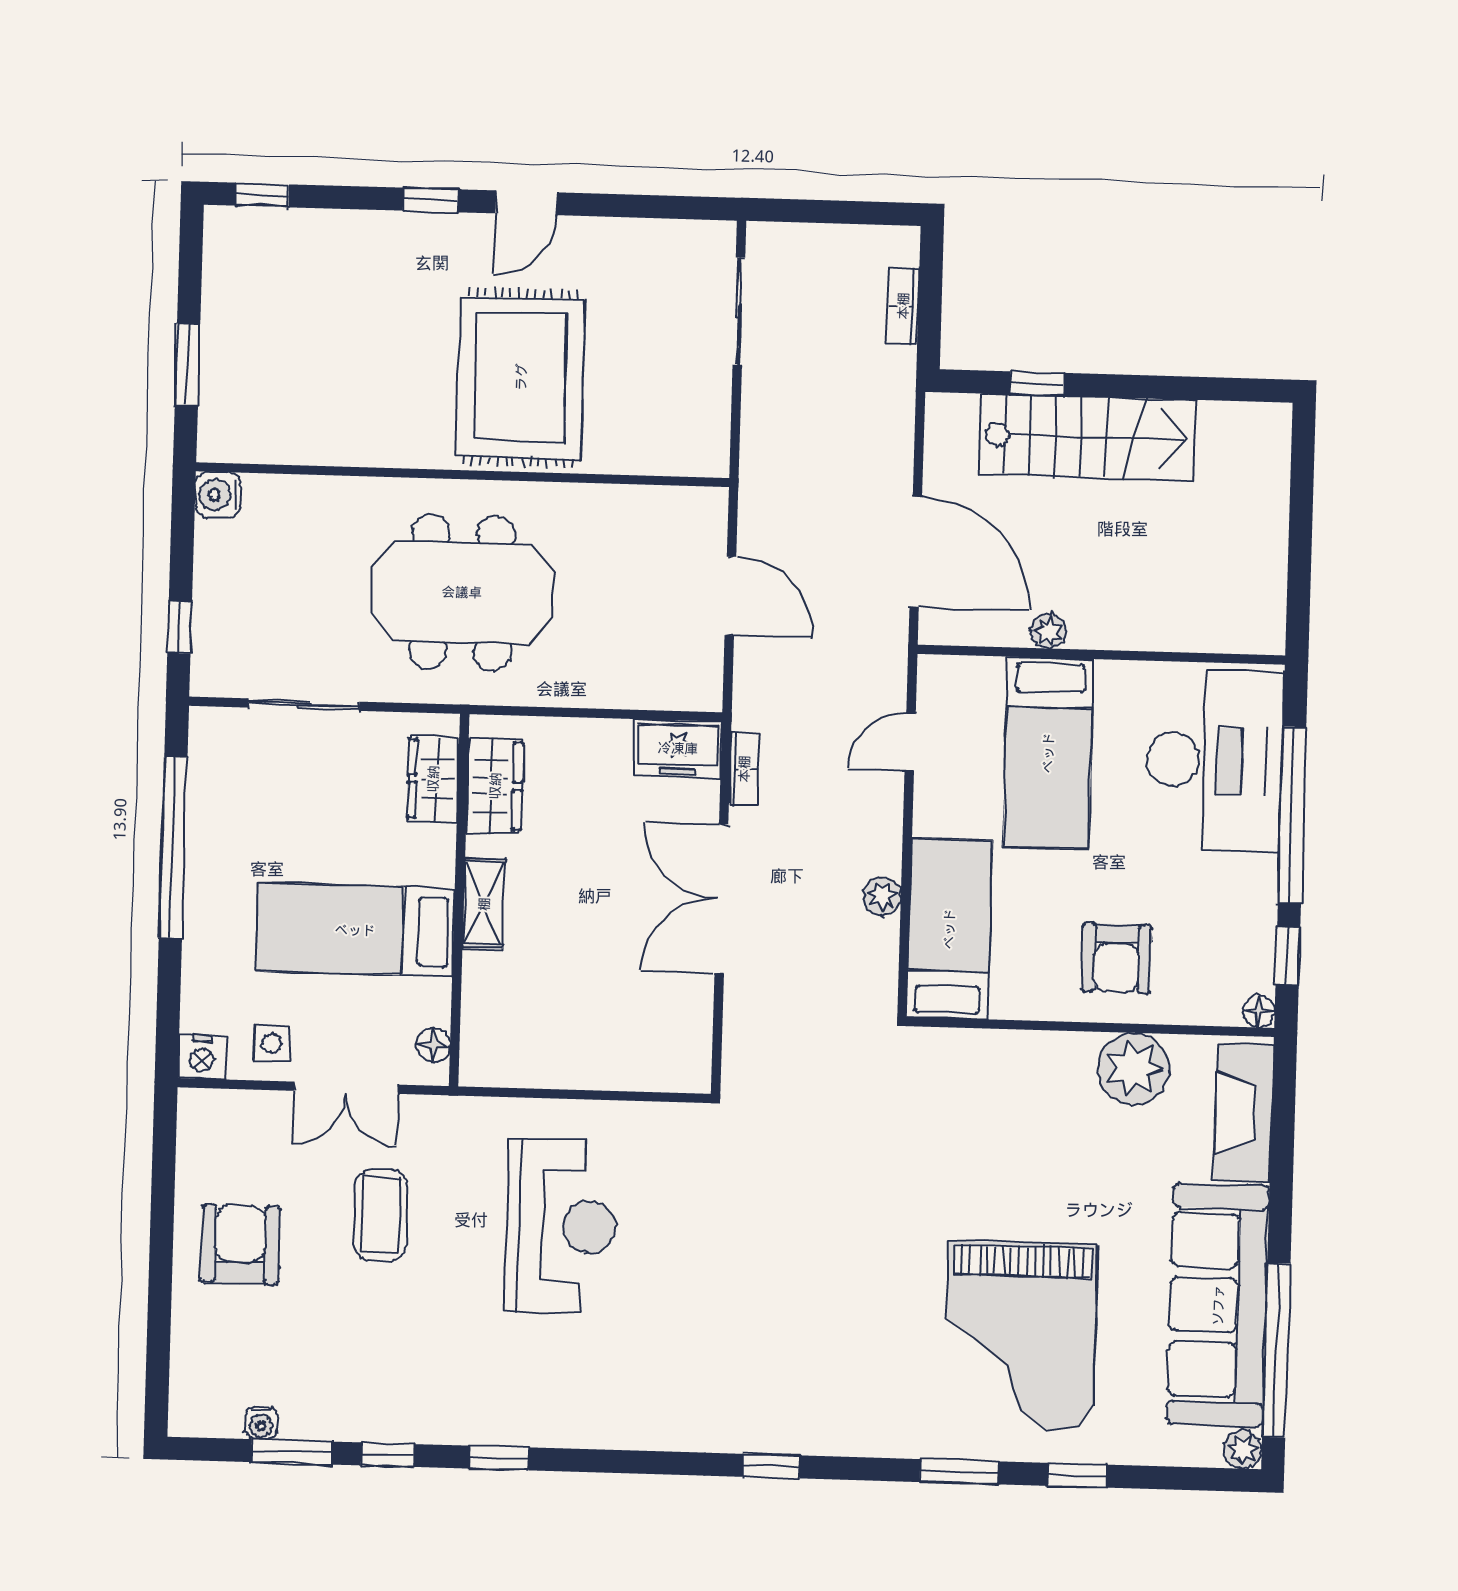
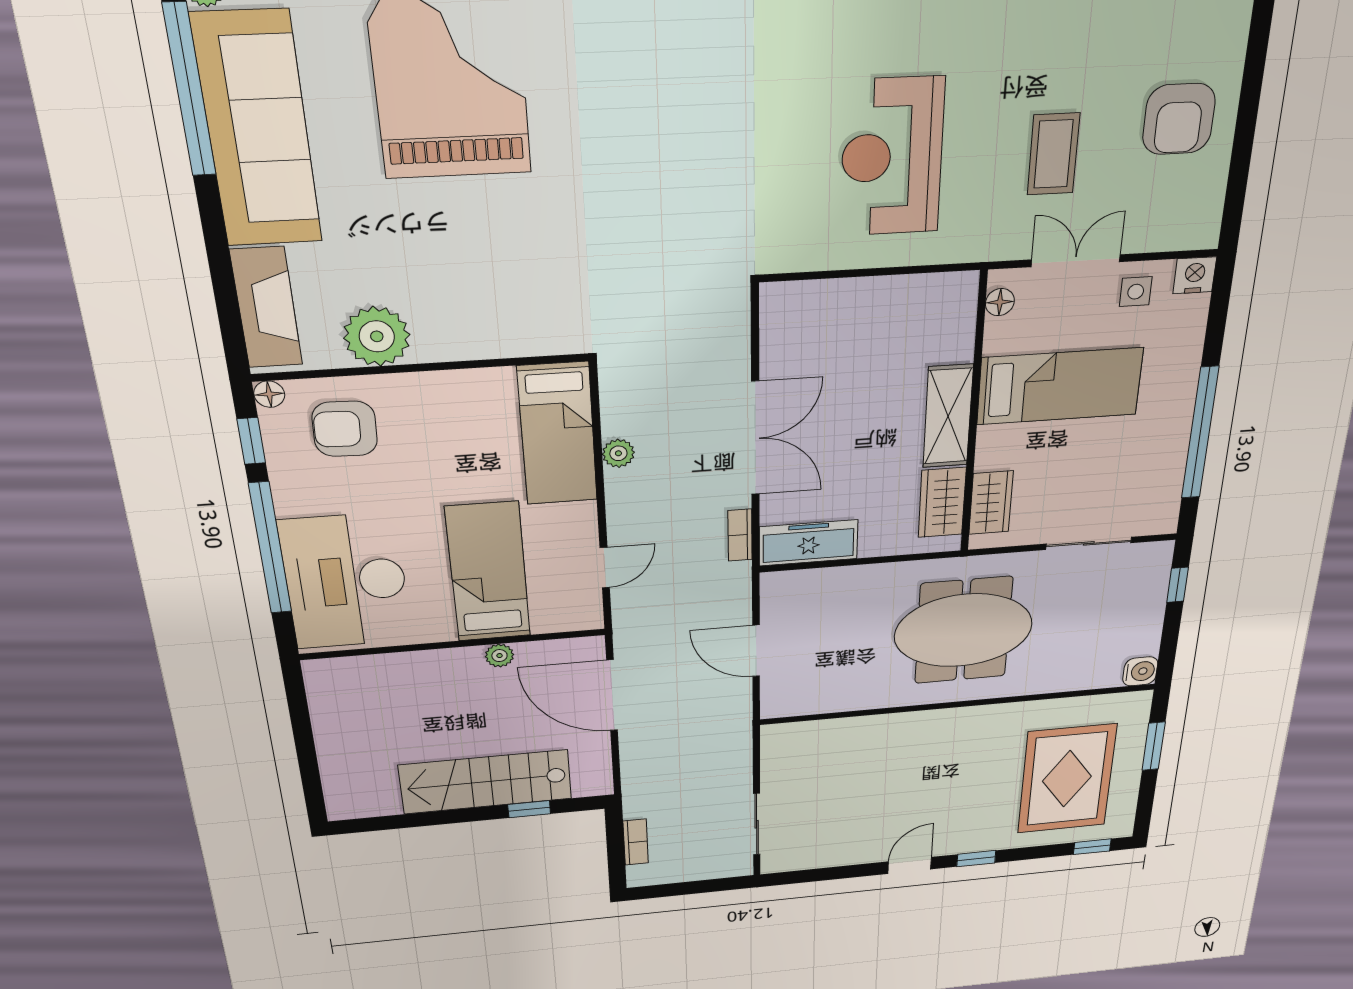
rug: (521, 377) -> (1067, 779), moved
freezer: (678, 748) -> (808, 543), width x1.40
shelving: (484, 904) -> (948, 416), width x1.50, depth x1.33
armchair: (1117, 958) -> (345, 429), moved, turned -88

